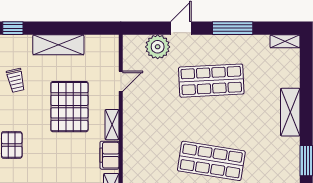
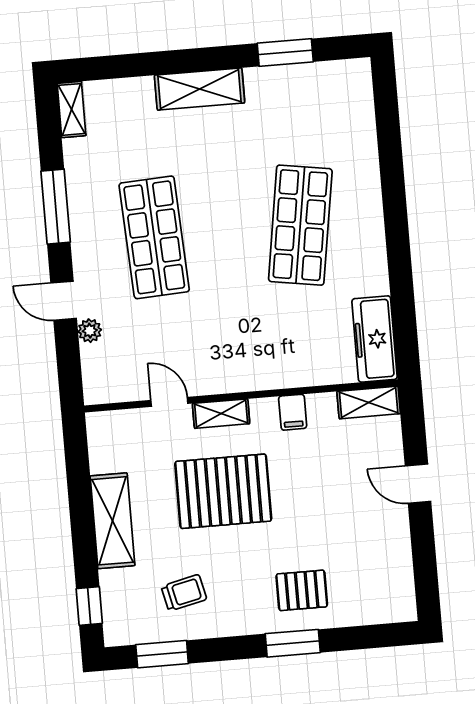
plant: (158, 47) -> (90, 331), width x0.53, depth x0.53
shelving: (112, 125) -> (221, 414), moved
filing cabinet: (109, 155) -> (293, 412), width x0.50

